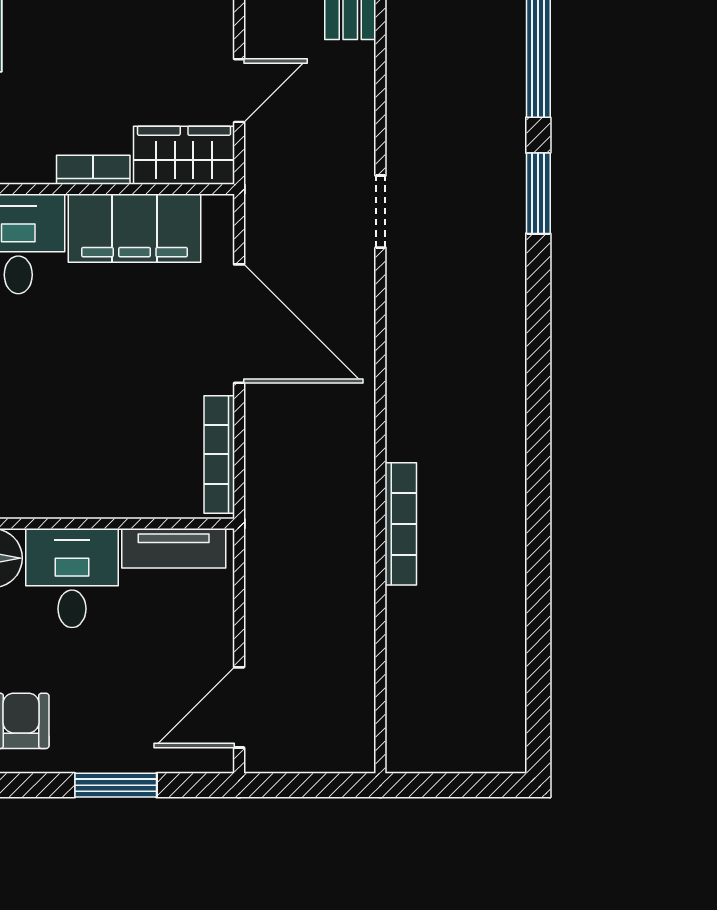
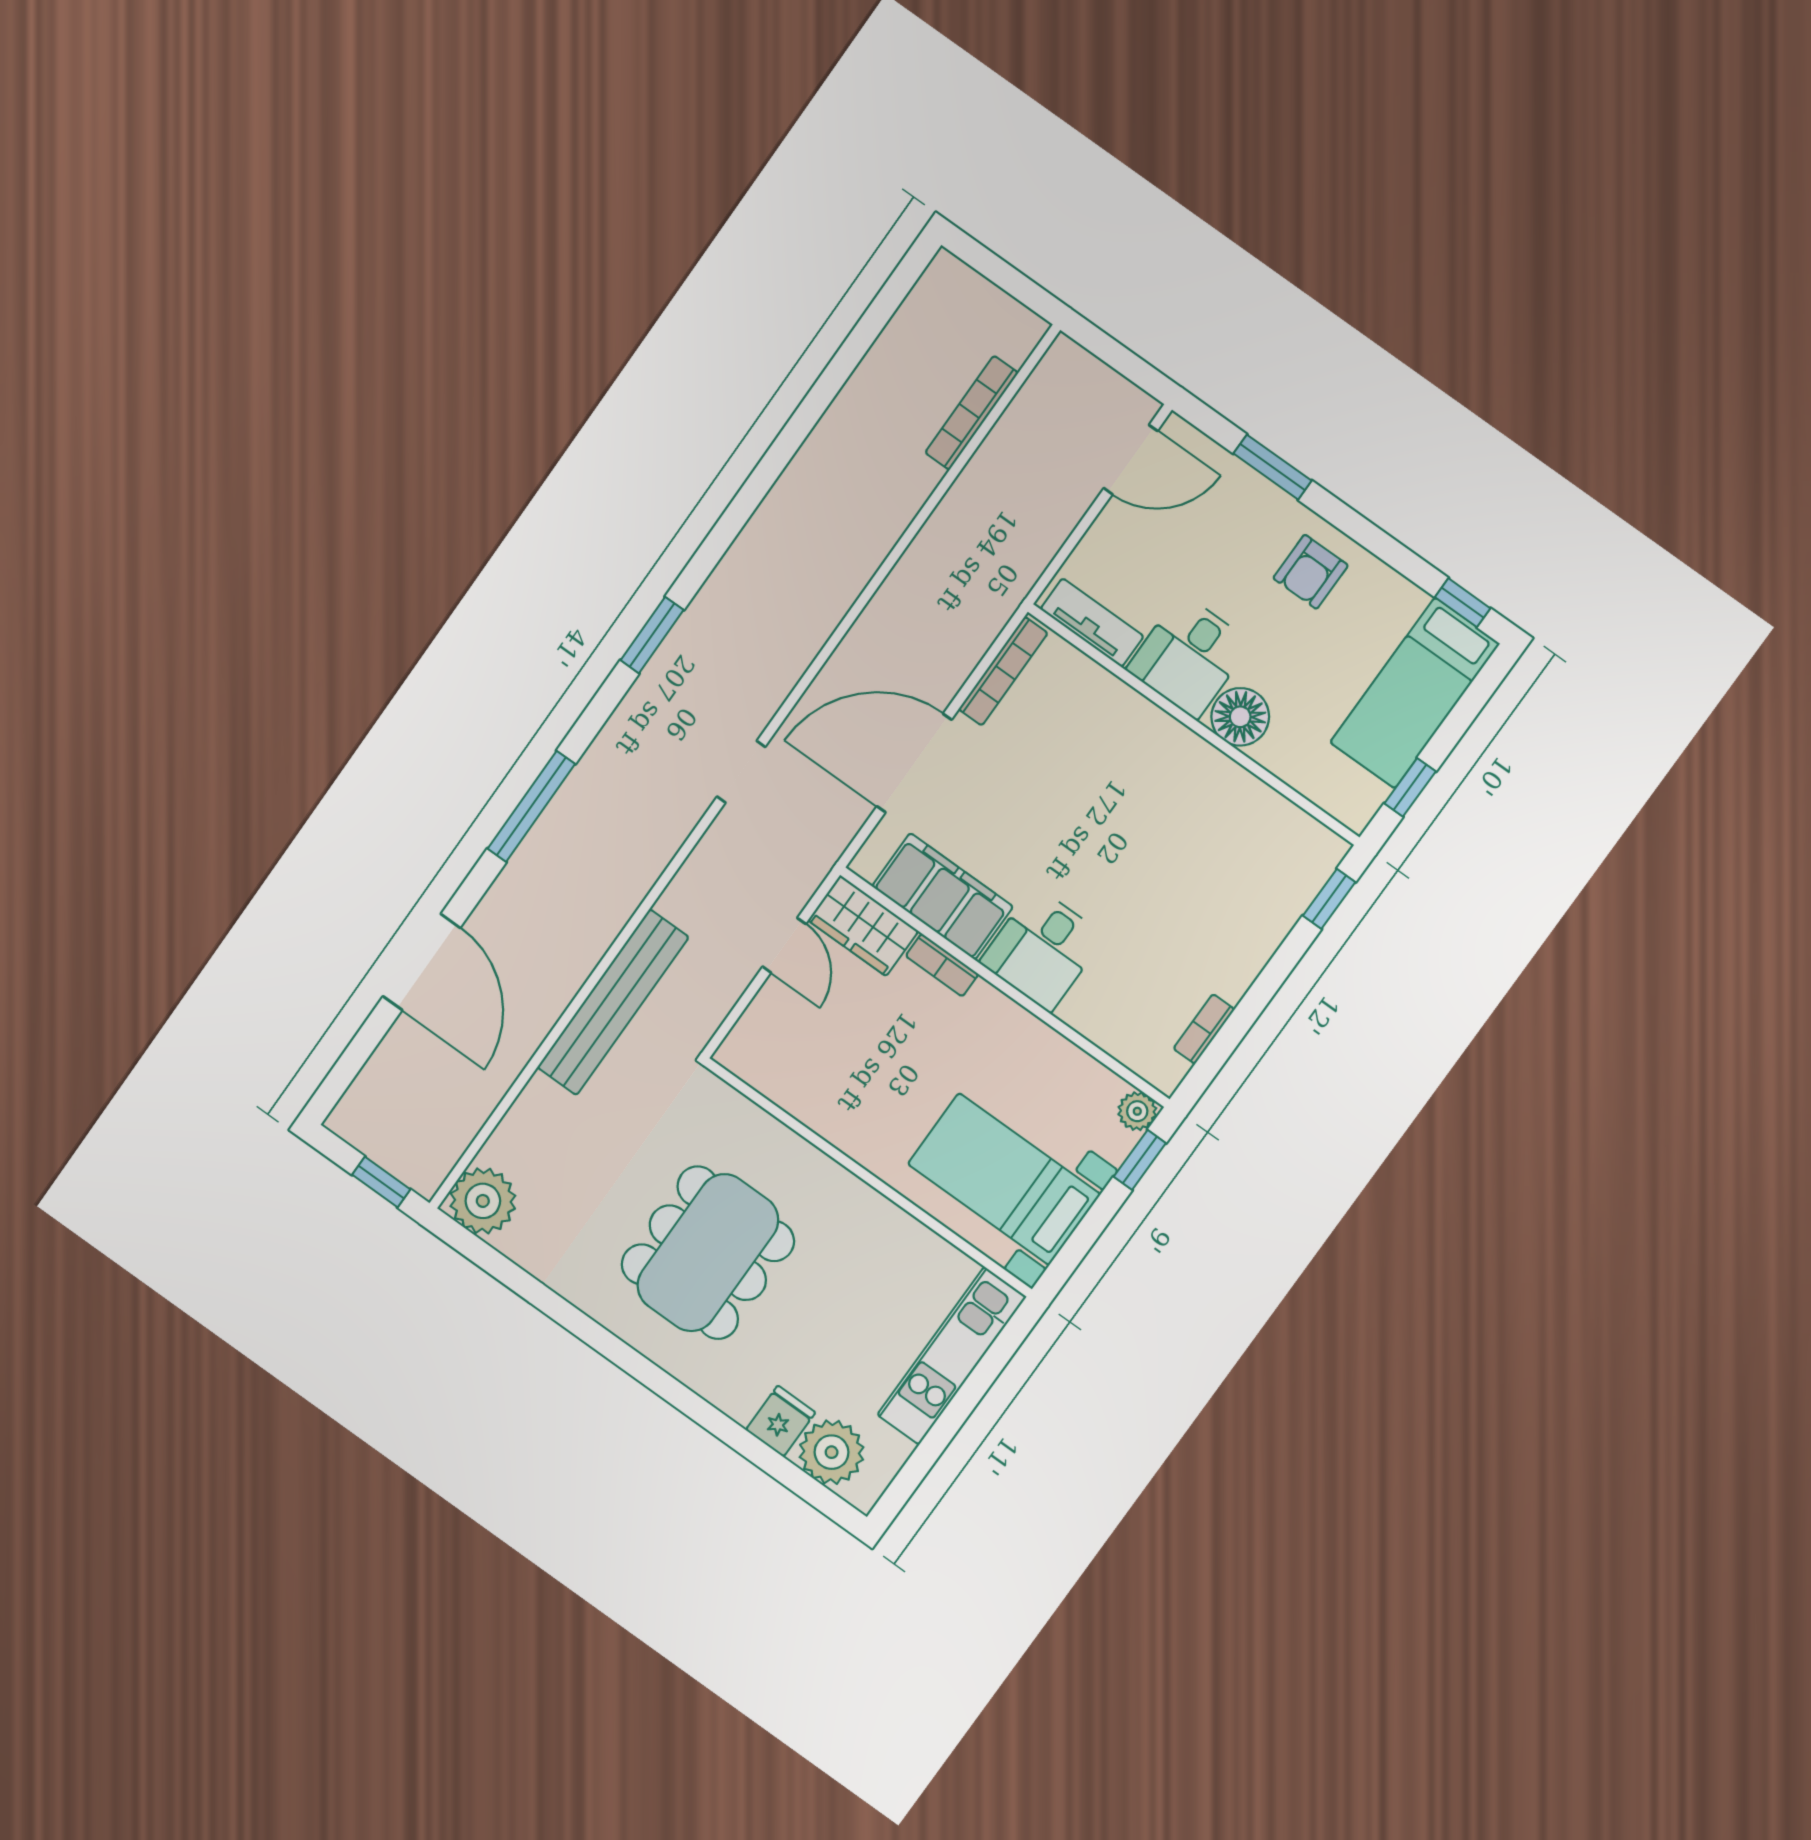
door: (239, 91) -> (784, 945), swing flipped
window: (538, 193) -> (652, 635), moved
door: (239, 324) -> (914, 763), hinge flipped
bookcase: (401, 524) -> (972, 413), moved

